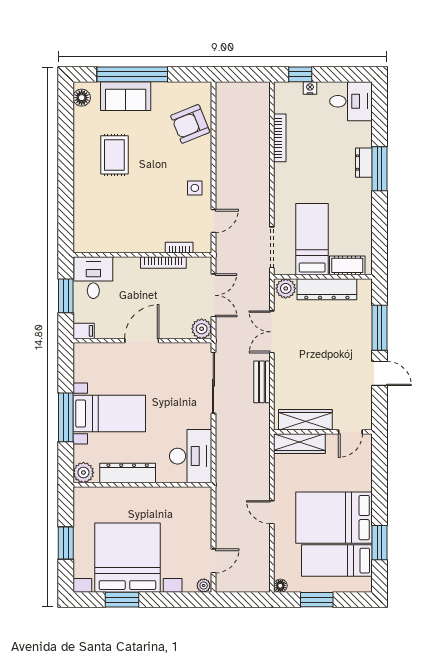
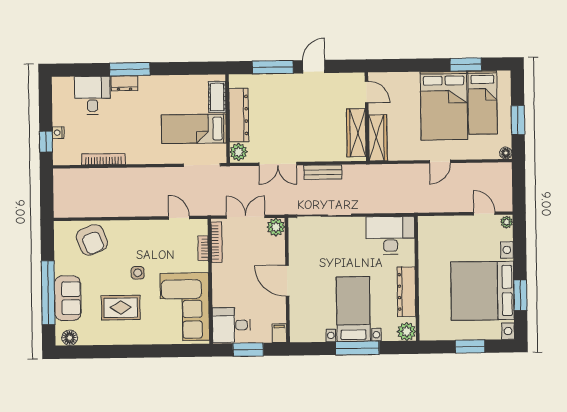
desk: (351, 101) -> (92, 95), moved
side table: (195, 188) -> (138, 273), moved
corner sofa: (114, 226) -> (185, 307), added
bookcase: (163, 263) -> (217, 242), moved

